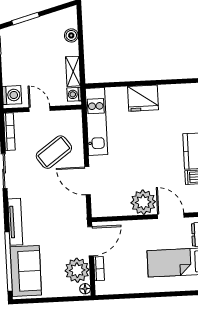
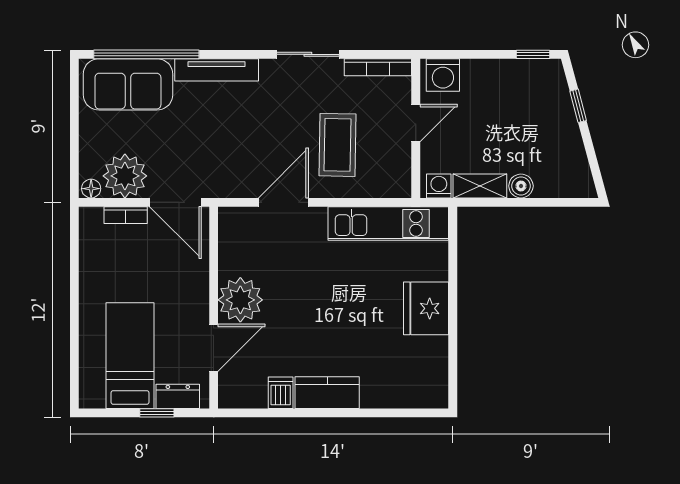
window: (26, 19) -> (578, 106), width x0.67
boiler: (71, 35) -> (521, 186), moved
coffee table: (54, 152) -> (338, 145), turned 37

